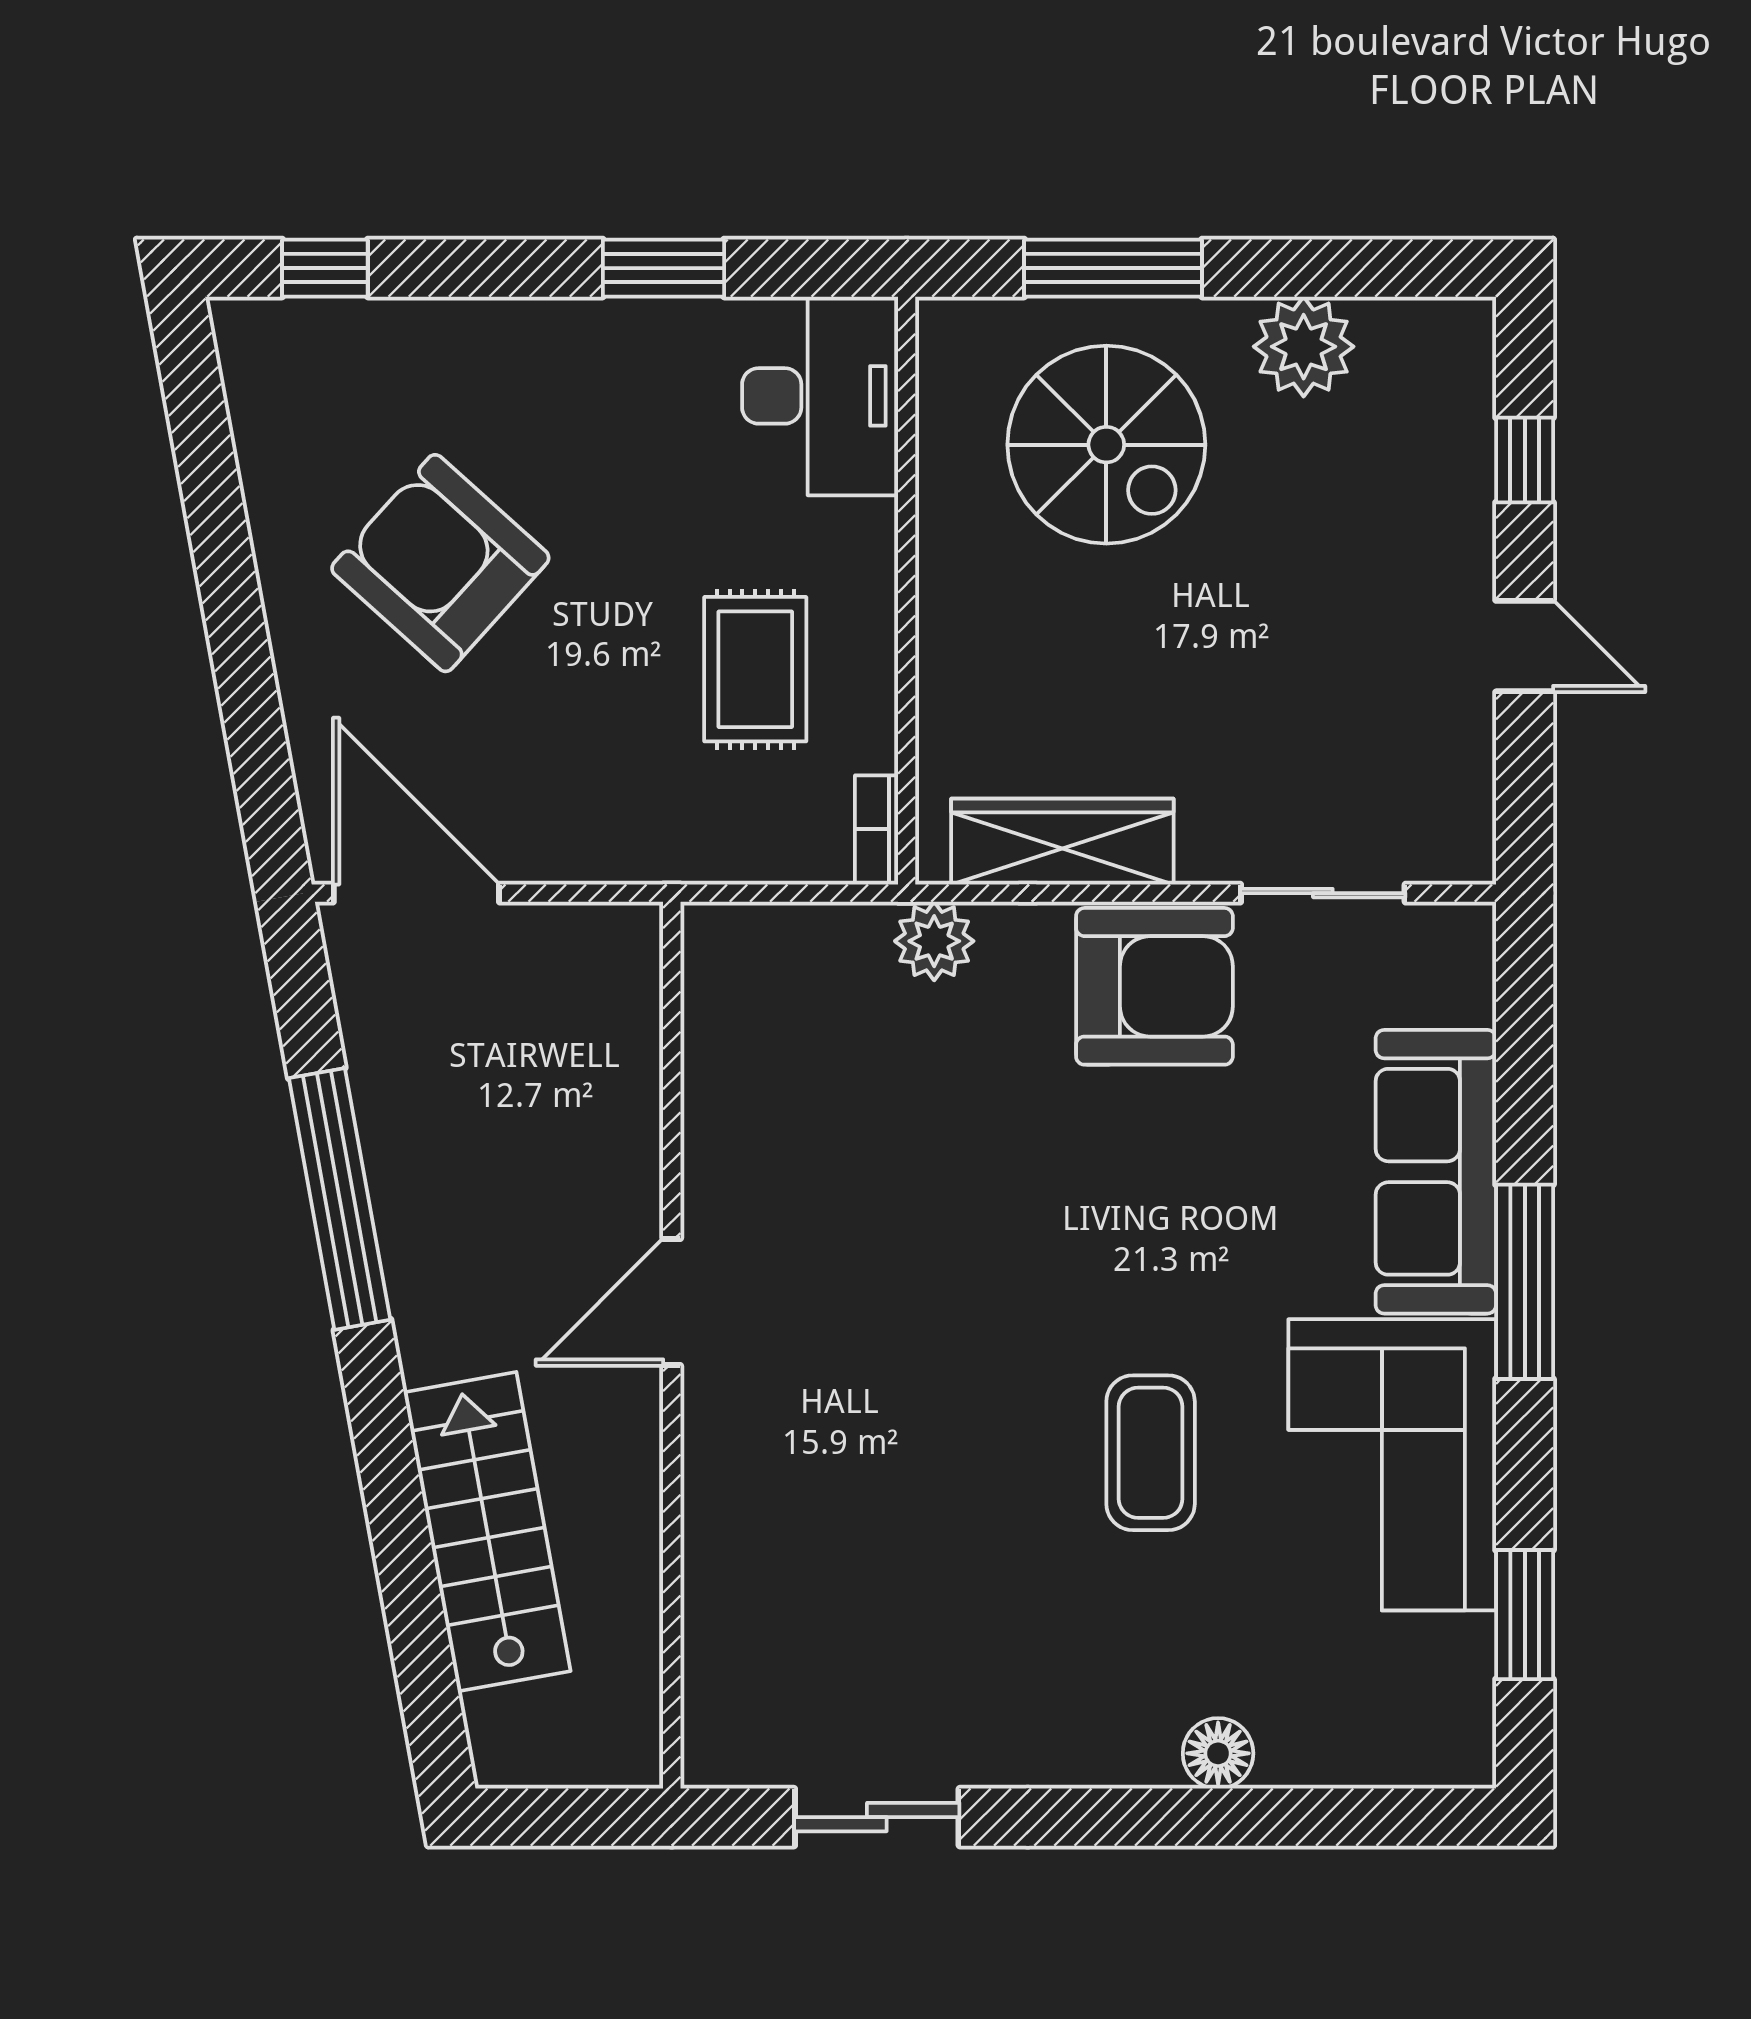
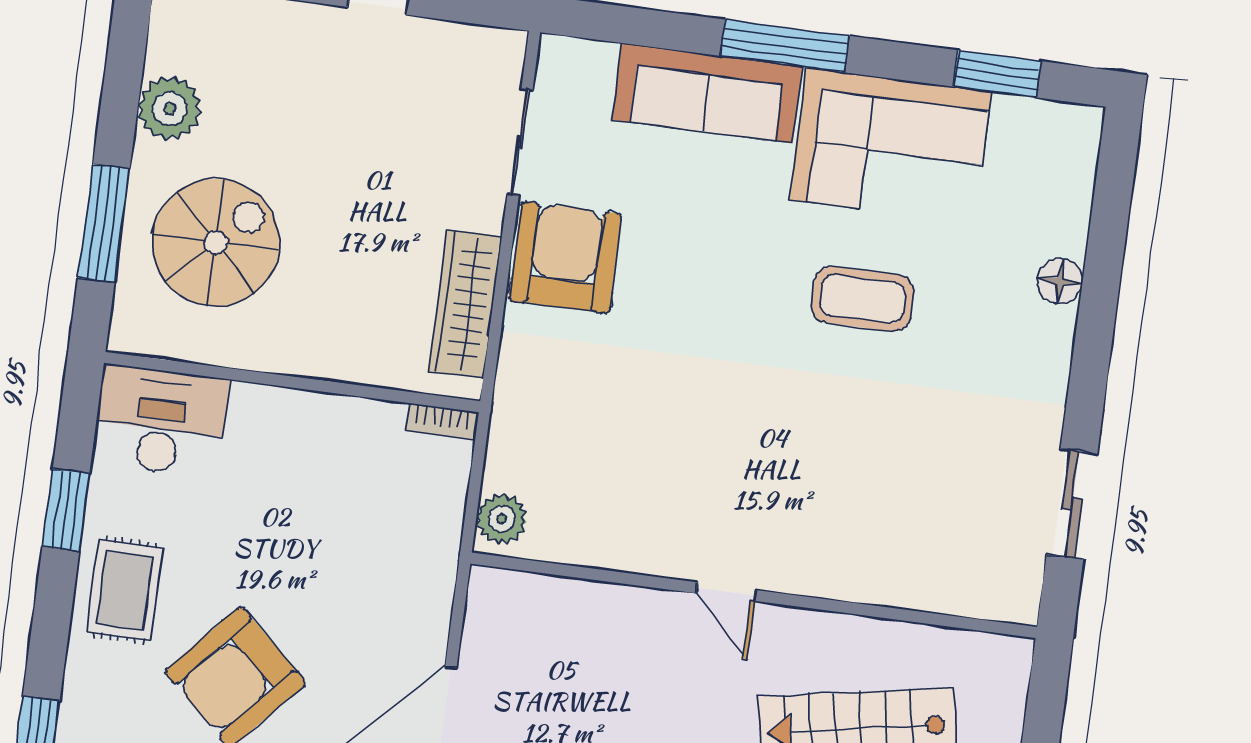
rug: (755, 669) -> (125, 590), moved, turned 90
plant: (934, 941) -> (502, 519), moved
door: (672, 1302) -> (726, 592), width x0.73

